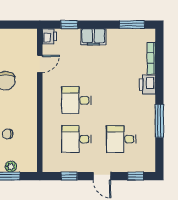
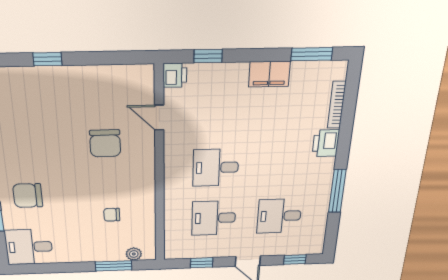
filing cabinet: (93, 37) -> (269, 74), moved
door: (40, 64) -> (159, 118), swing flipped
plant: (11, 167) -> (134, 254), moved

